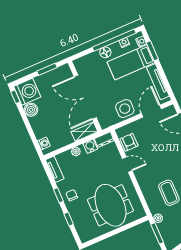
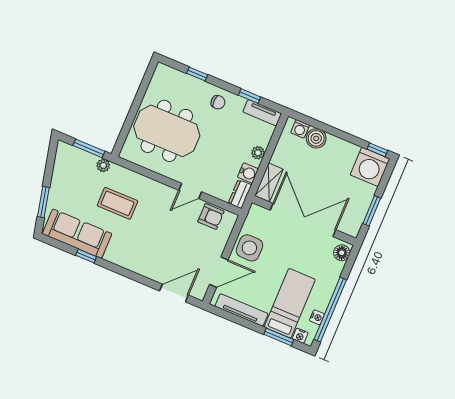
floor lamp: (105, 52) -> (342, 253), moved
boiler: (31, 110) -> (316, 138), moved
door: (151, 111) -> (219, 272), hinge flipped
window: (58, 195) -> (249, 96), moved

